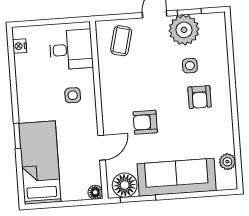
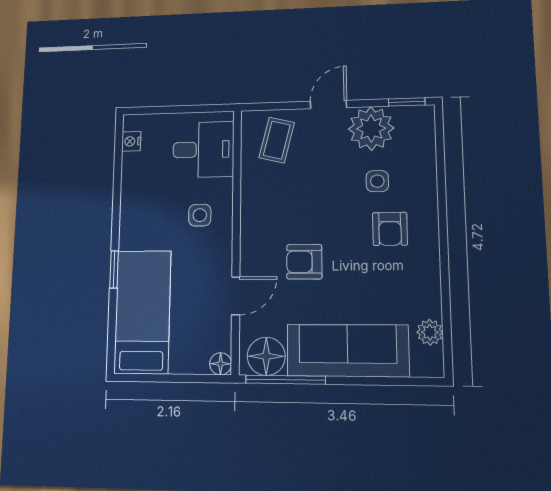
window: (189, 12) -> (407, 102), moved
window: (138, 199) -> (285, 380), width x1.44

